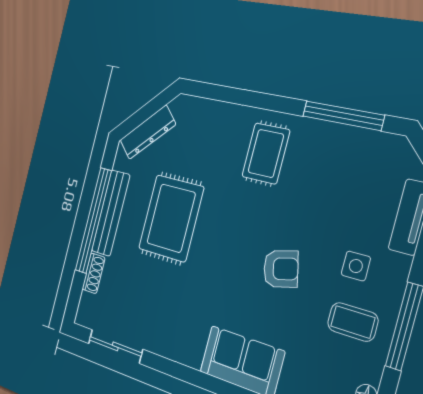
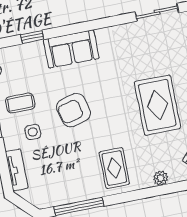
plant: (213, 111) -> (161, 178), added
armchair: (281, 269) -> (74, 110), width x1.38, depth x1.38

